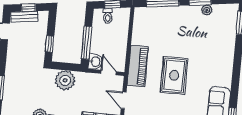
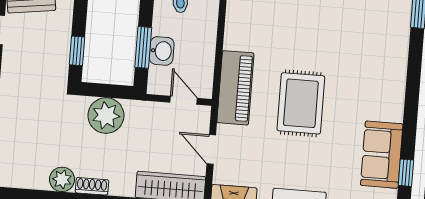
window: (87, 43) -> (143, 47), width x0.69
washbasin: (95, 62) -> (162, 51), moved

